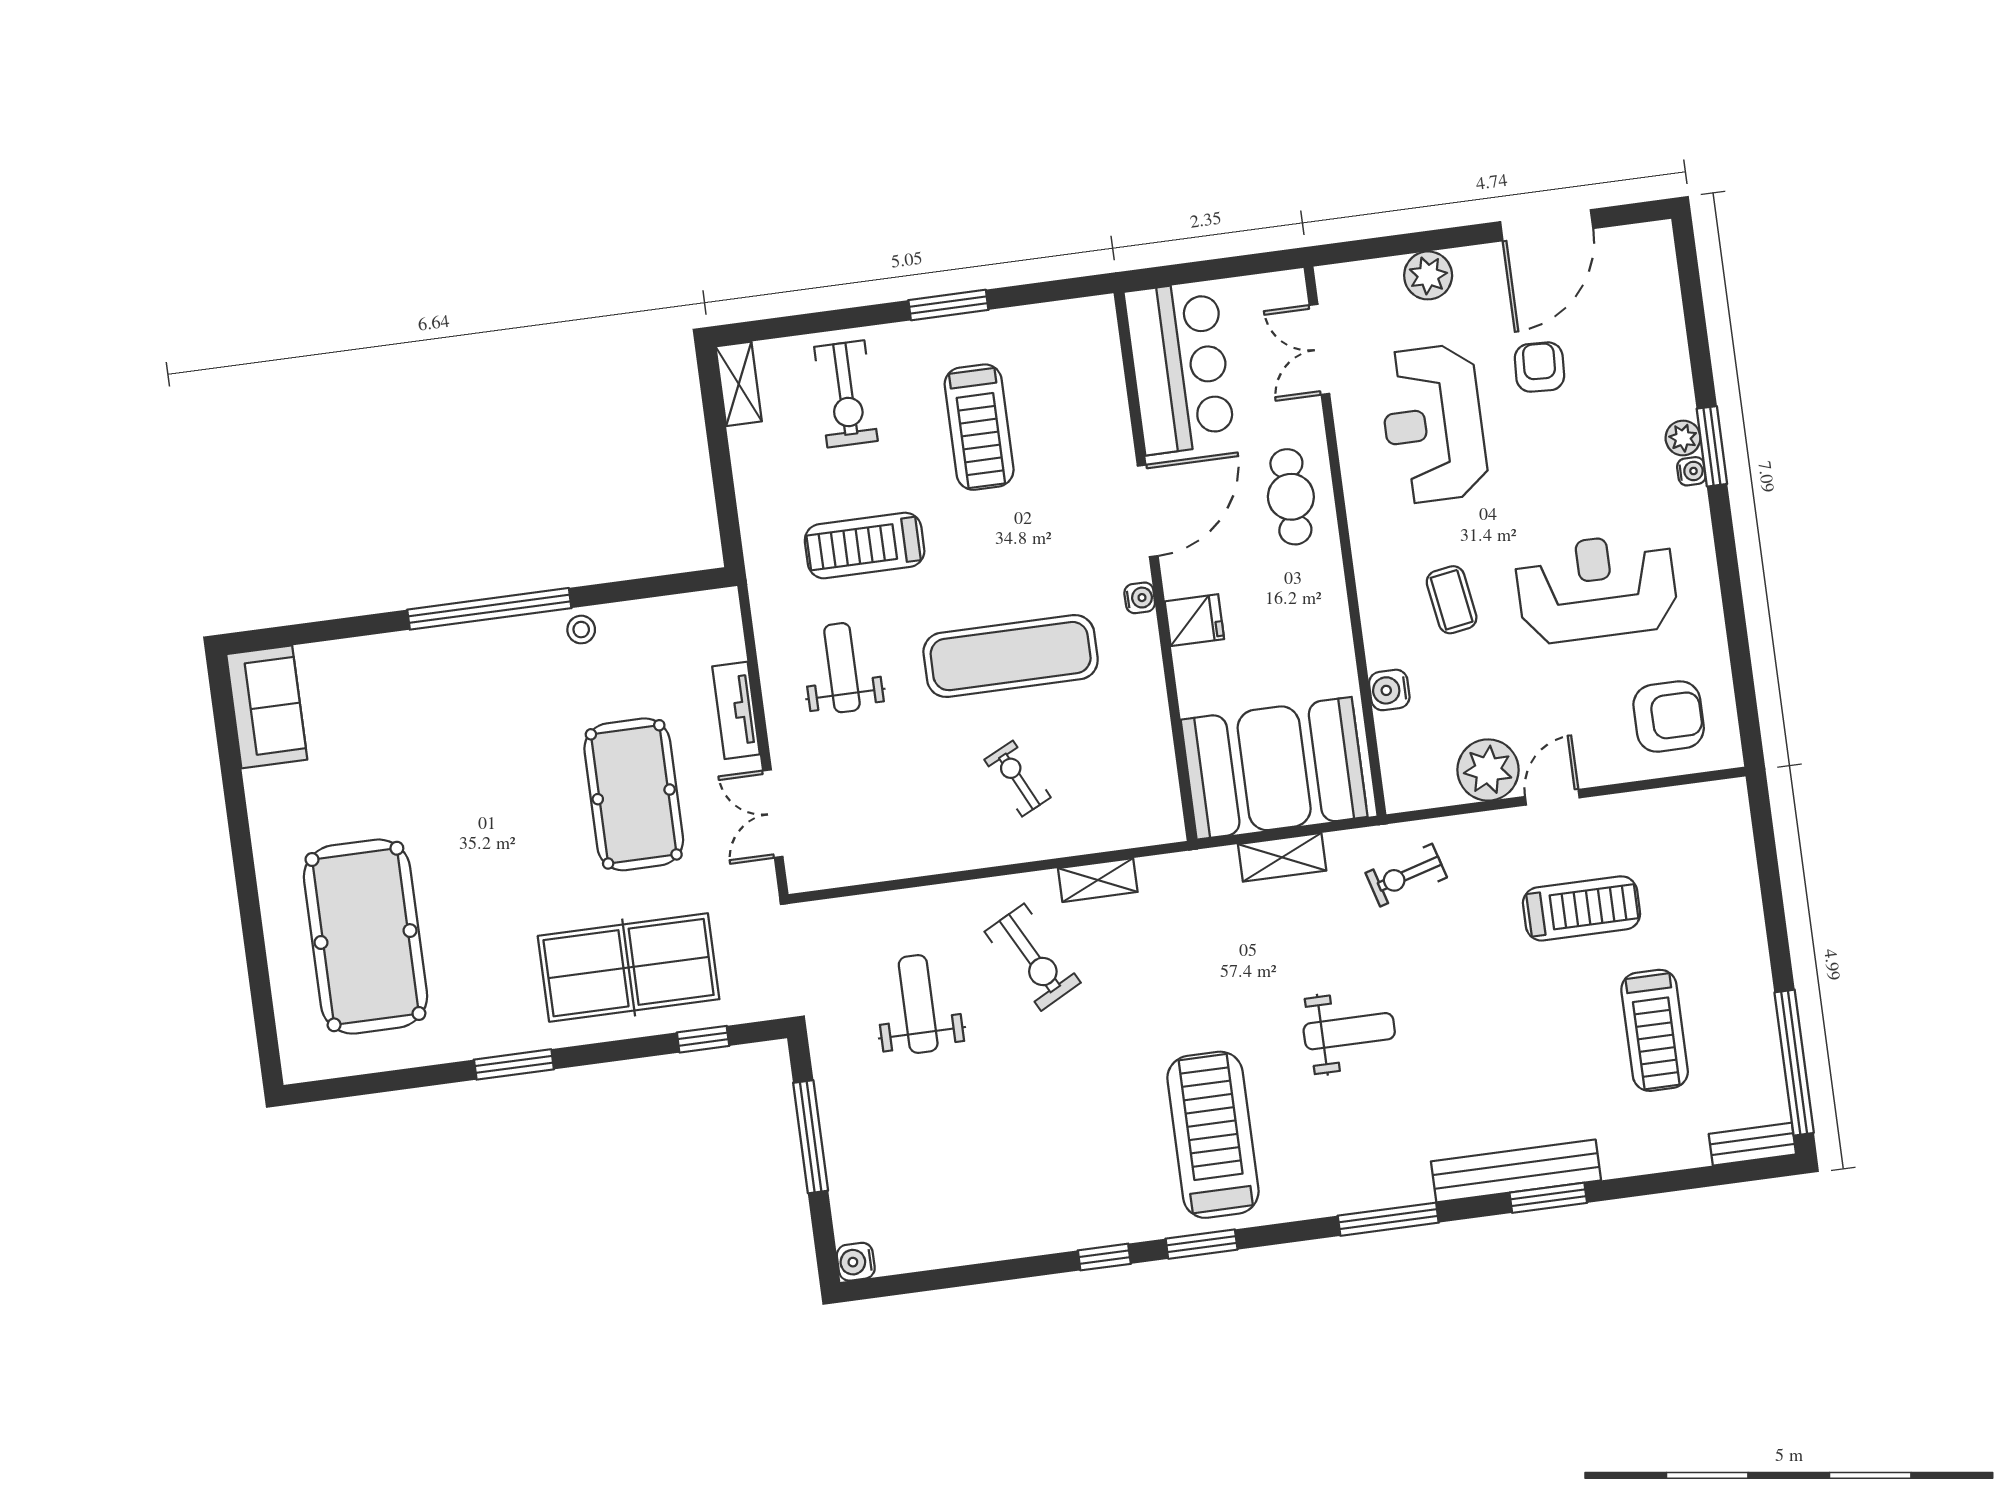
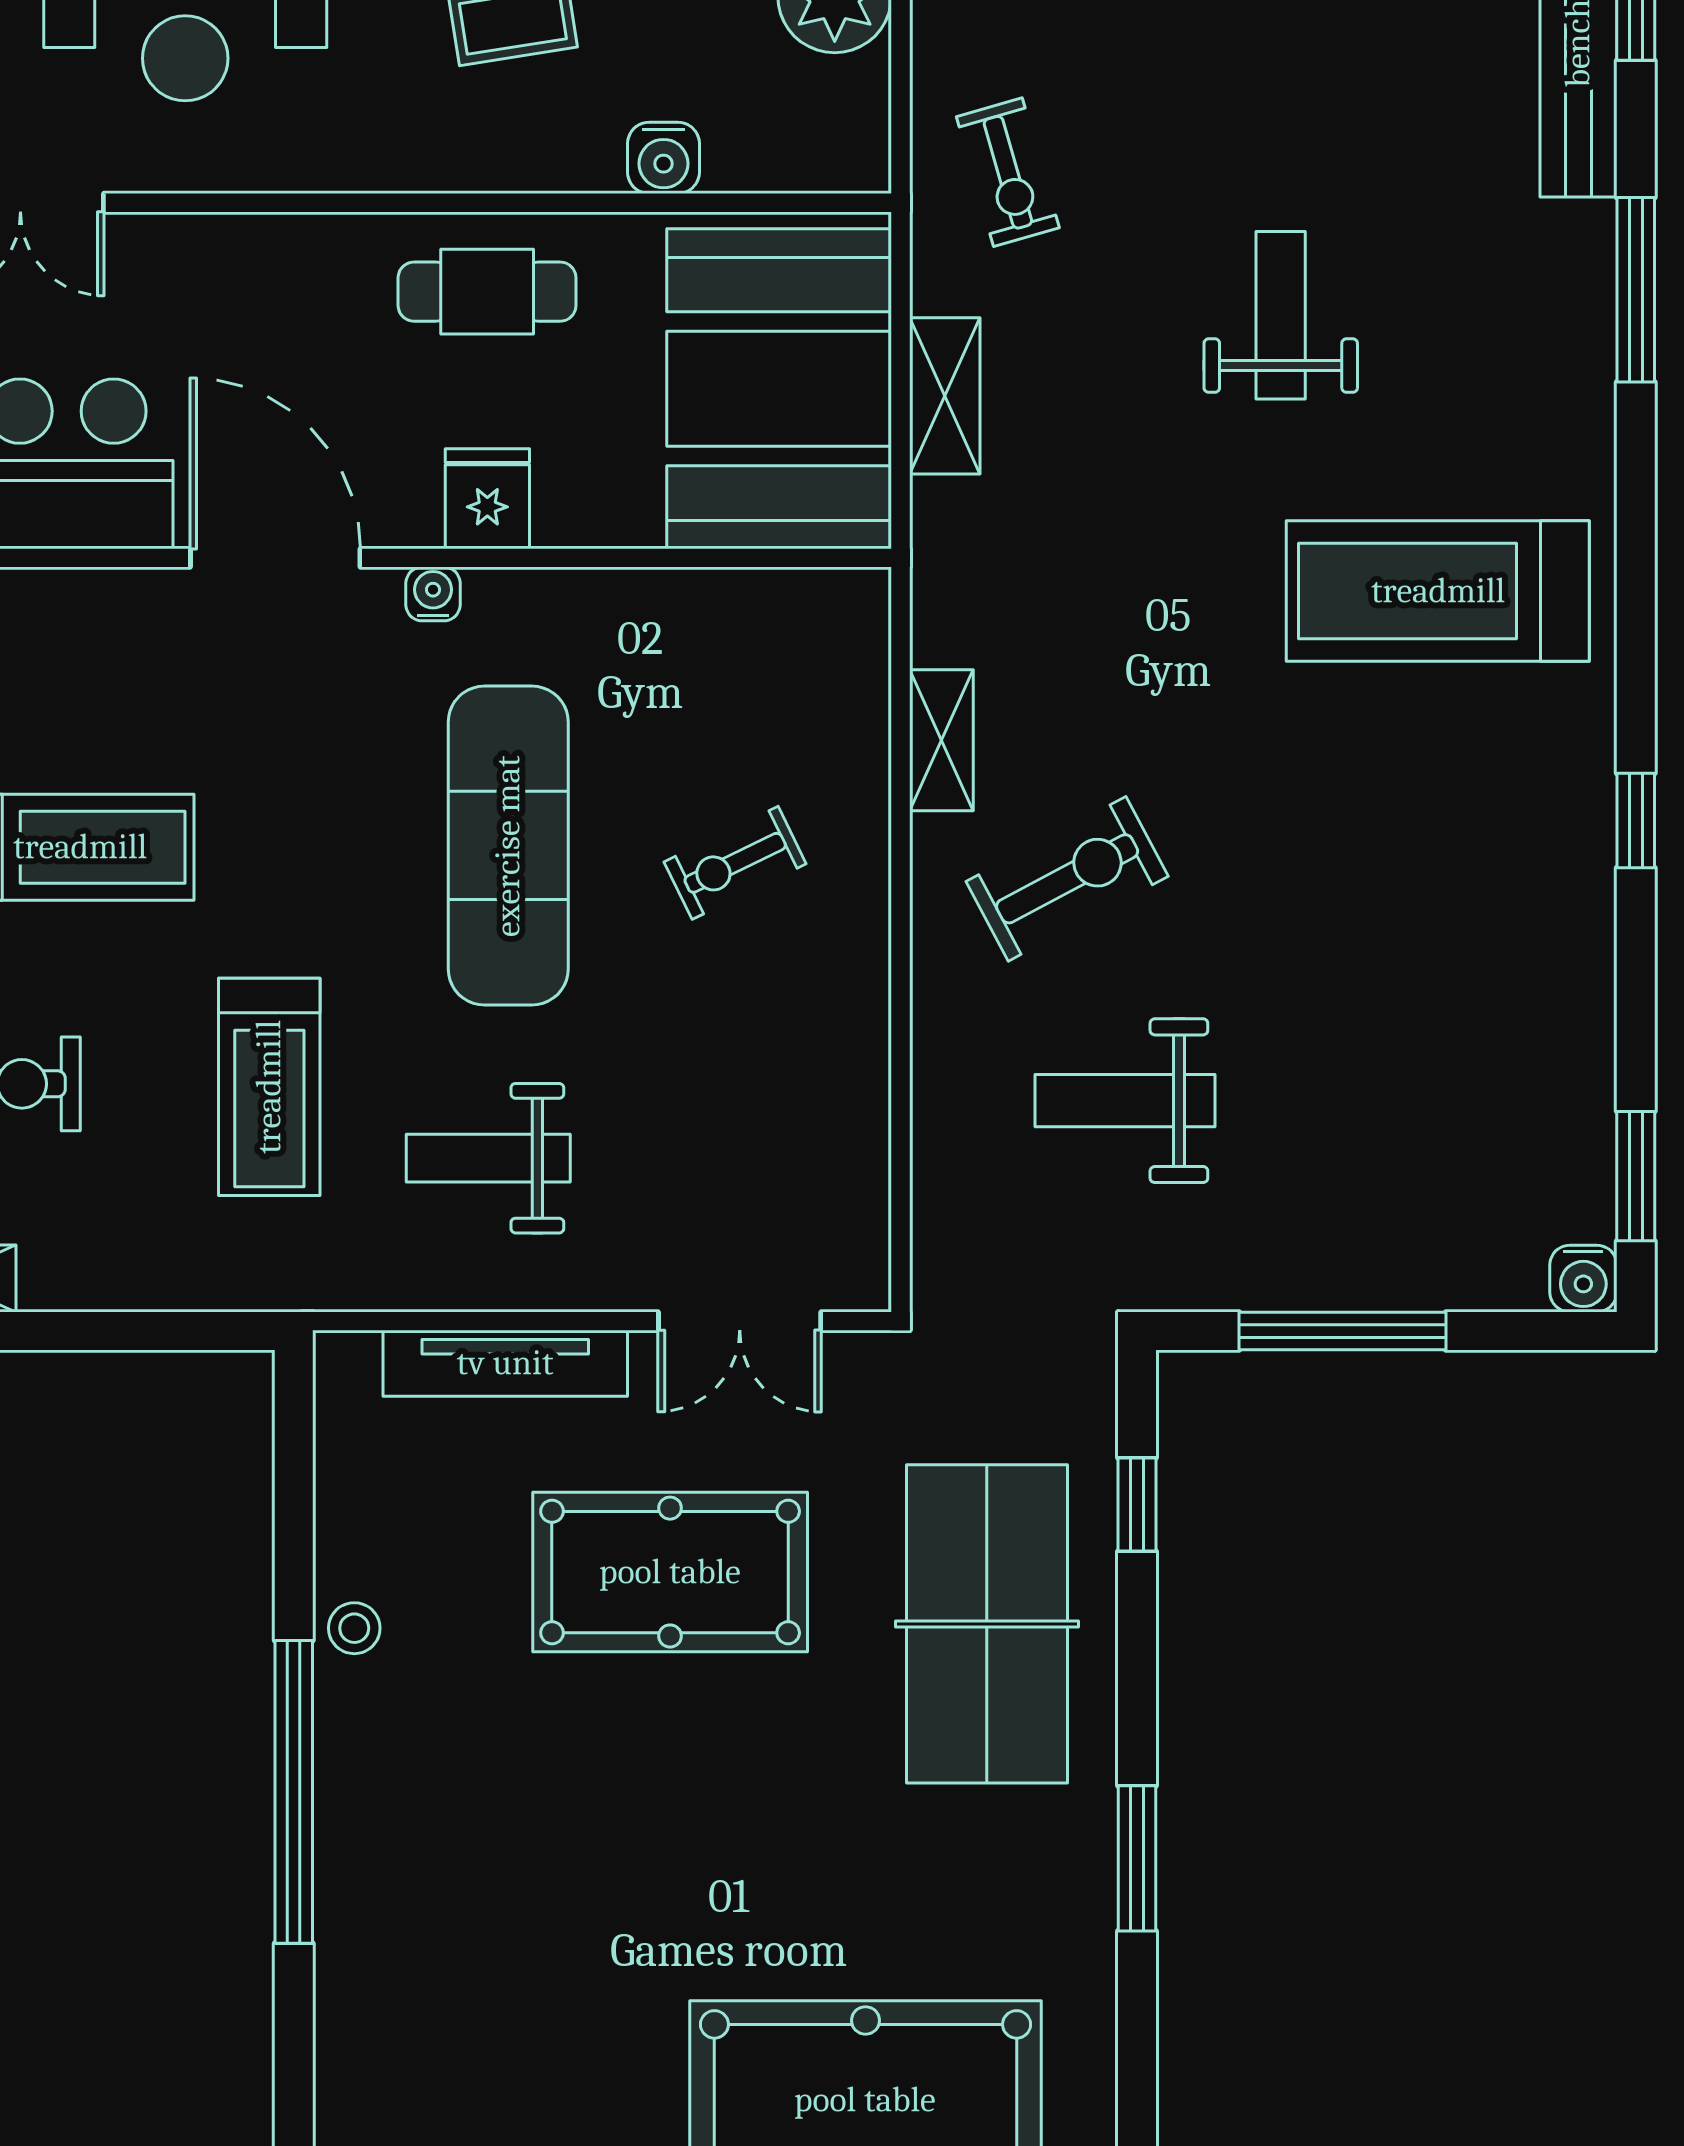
cafe table: (1291, 497) -> (487, 292), moved
tv unit: (736, 710) -> (505, 1363), width x1.41
window: (1202, 1244) -> (1636, 1176), moved

